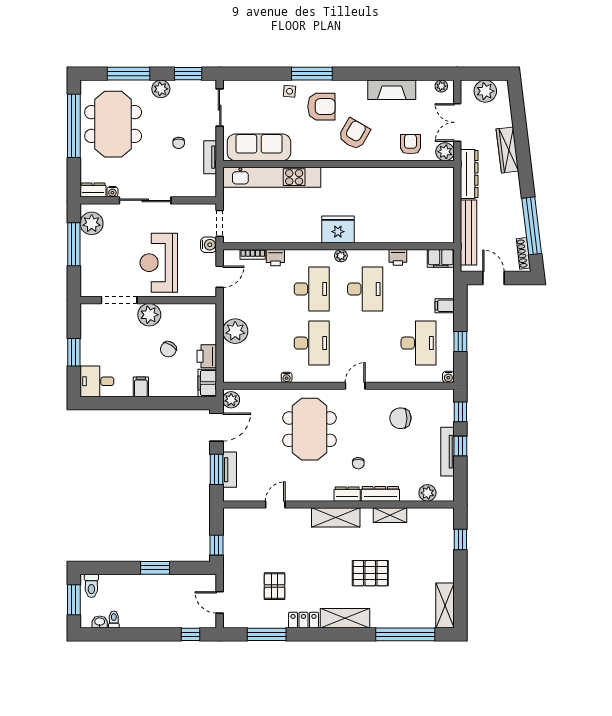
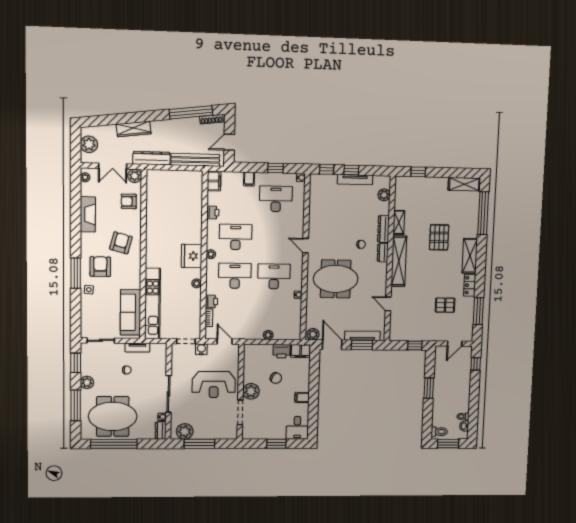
armchair: (354, 134) -> (121, 243), turned 75
plant: (300, 237) -> (197, 283), added
plant: (235, 331) -> (268, 335), width x0.53, depth x0.53
chair: (400, 418) -> (330, 213), removed
tv unit: (230, 470) -> (362, 336), width x1.41
shelving: (336, 517) -> (399, 261), width x1.47

